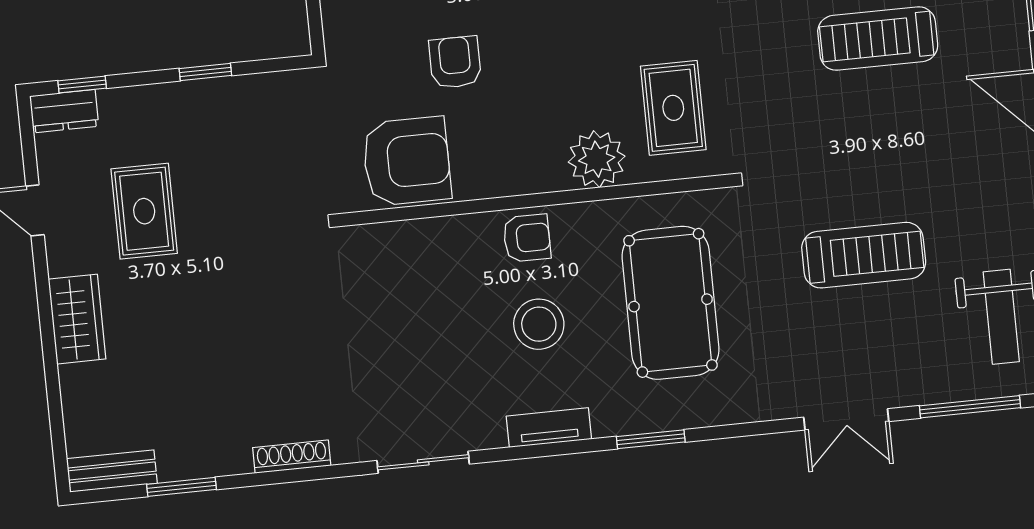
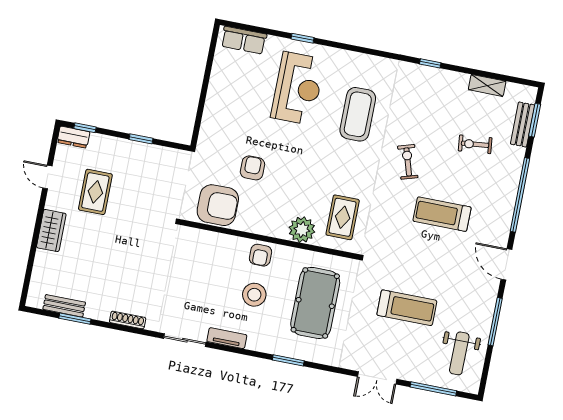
armchair: (527, 238) -> (261, 255), turned 90
tv unit: (549, 428) -> (227, 338), moved
bench: (112, 471) -> (64, 306), moved

